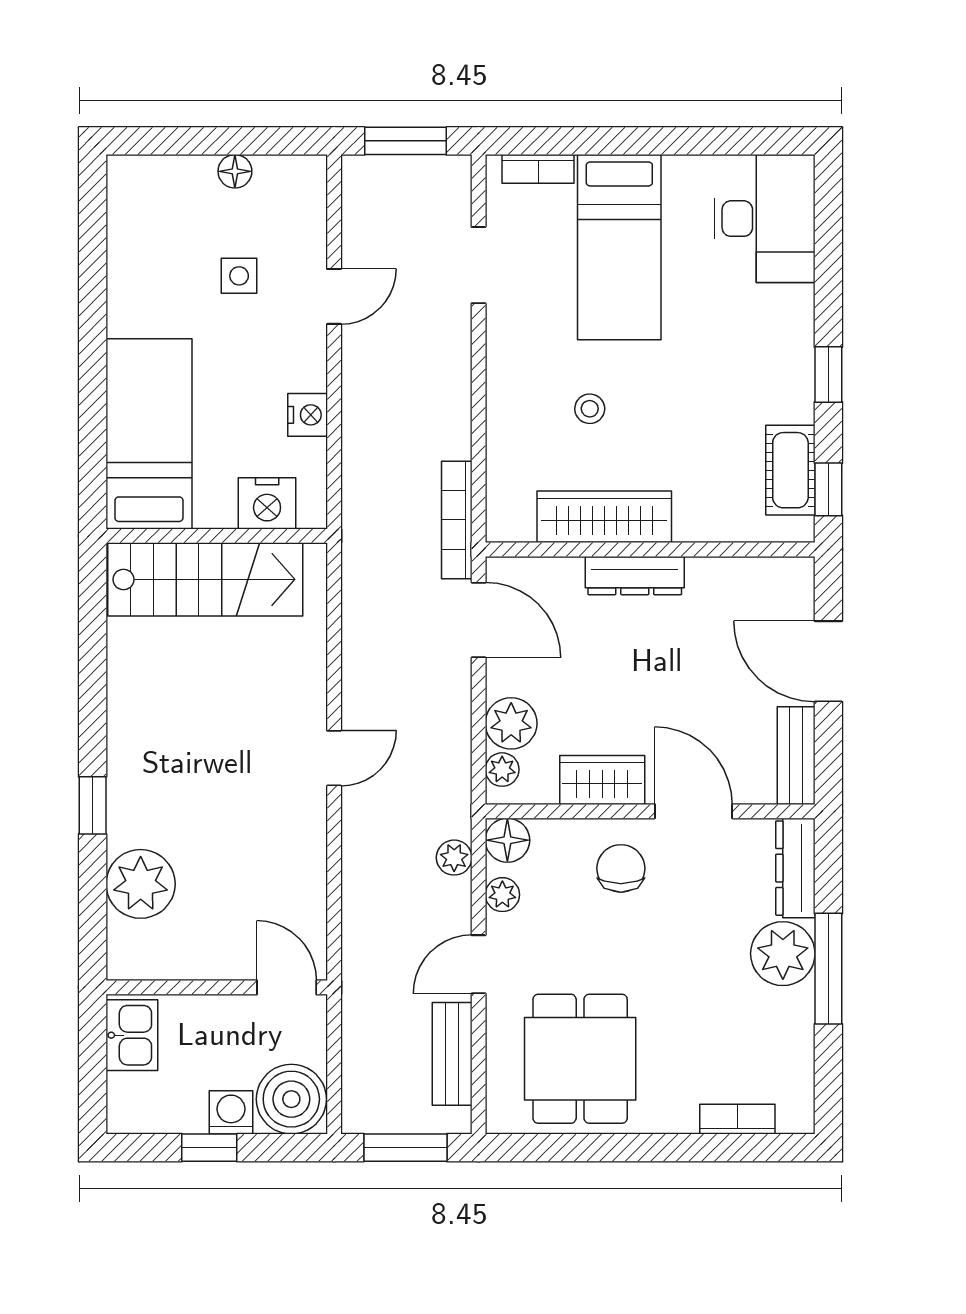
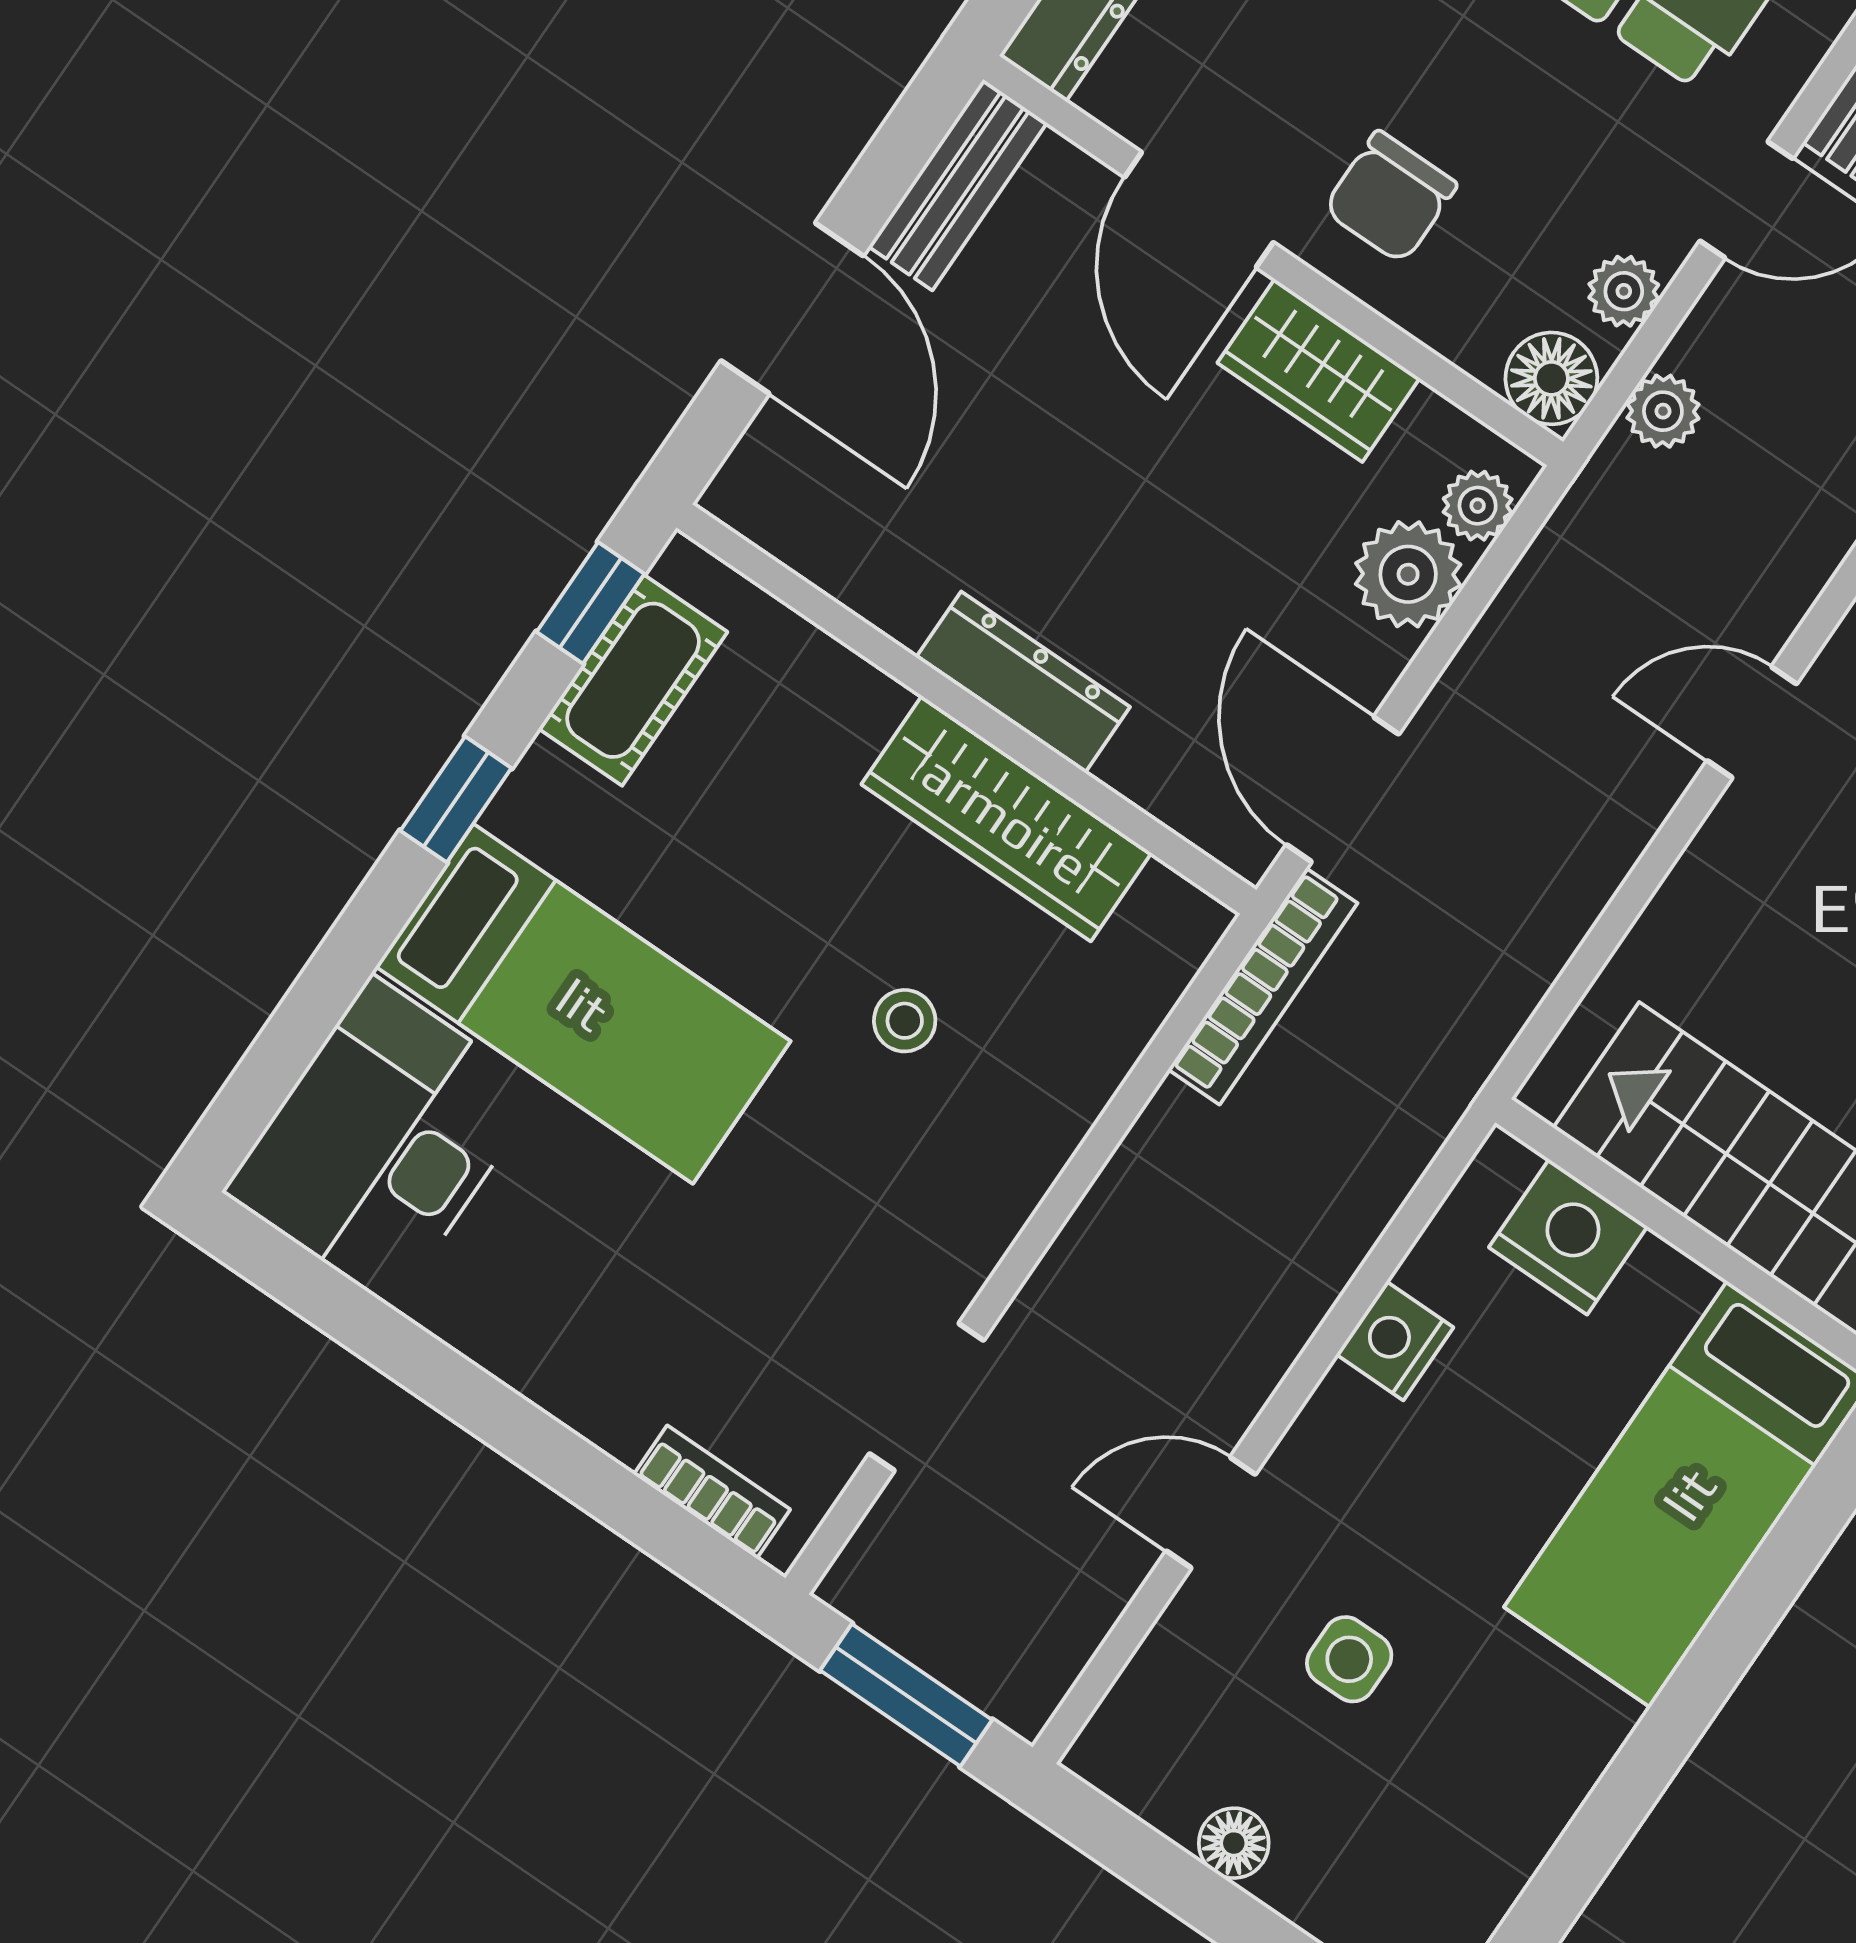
bed: (619, 247) -> (583, 1004), moved, turned 90

